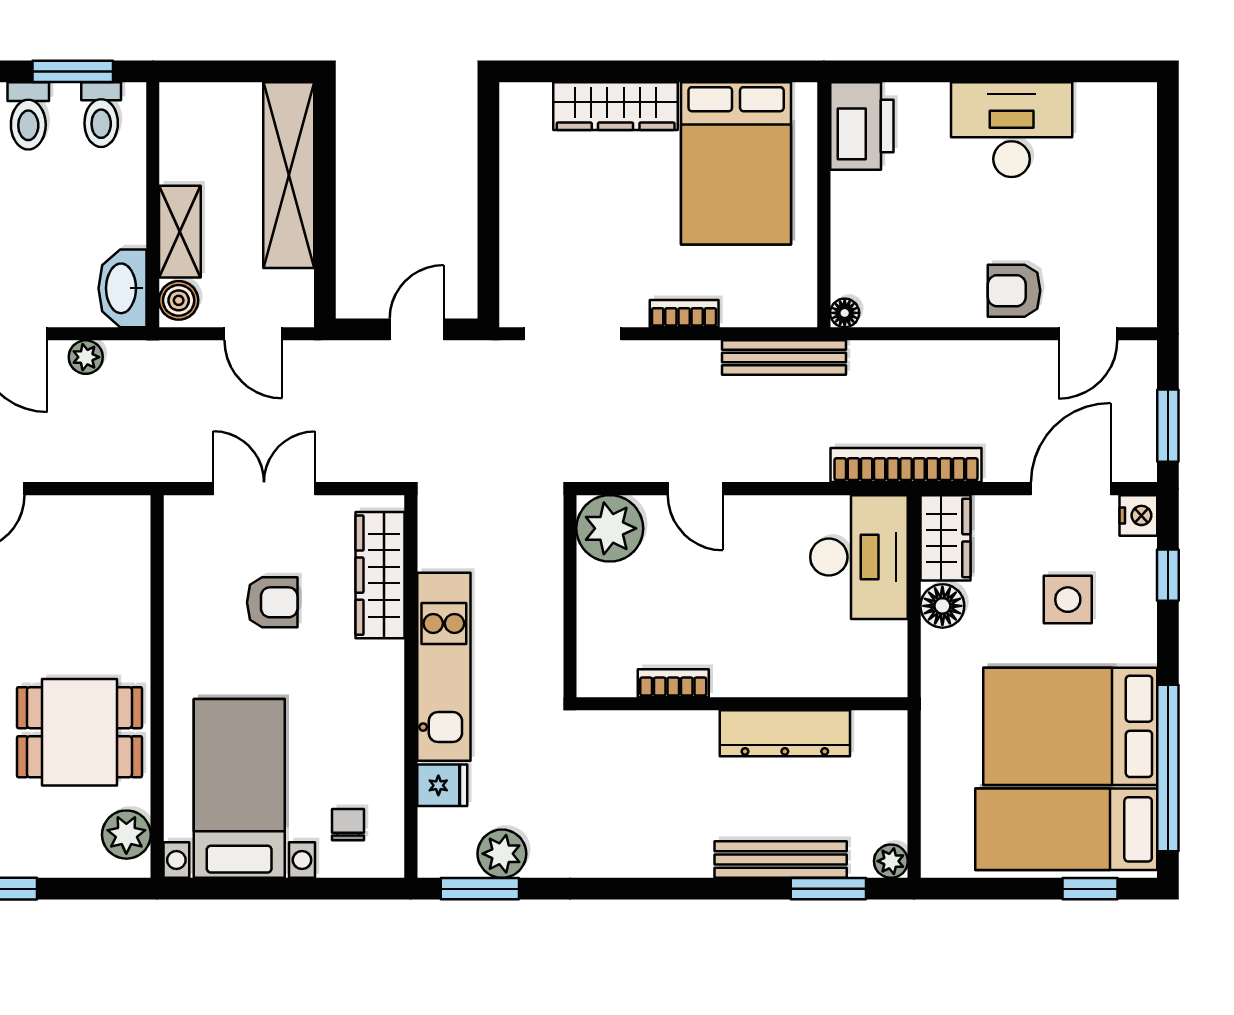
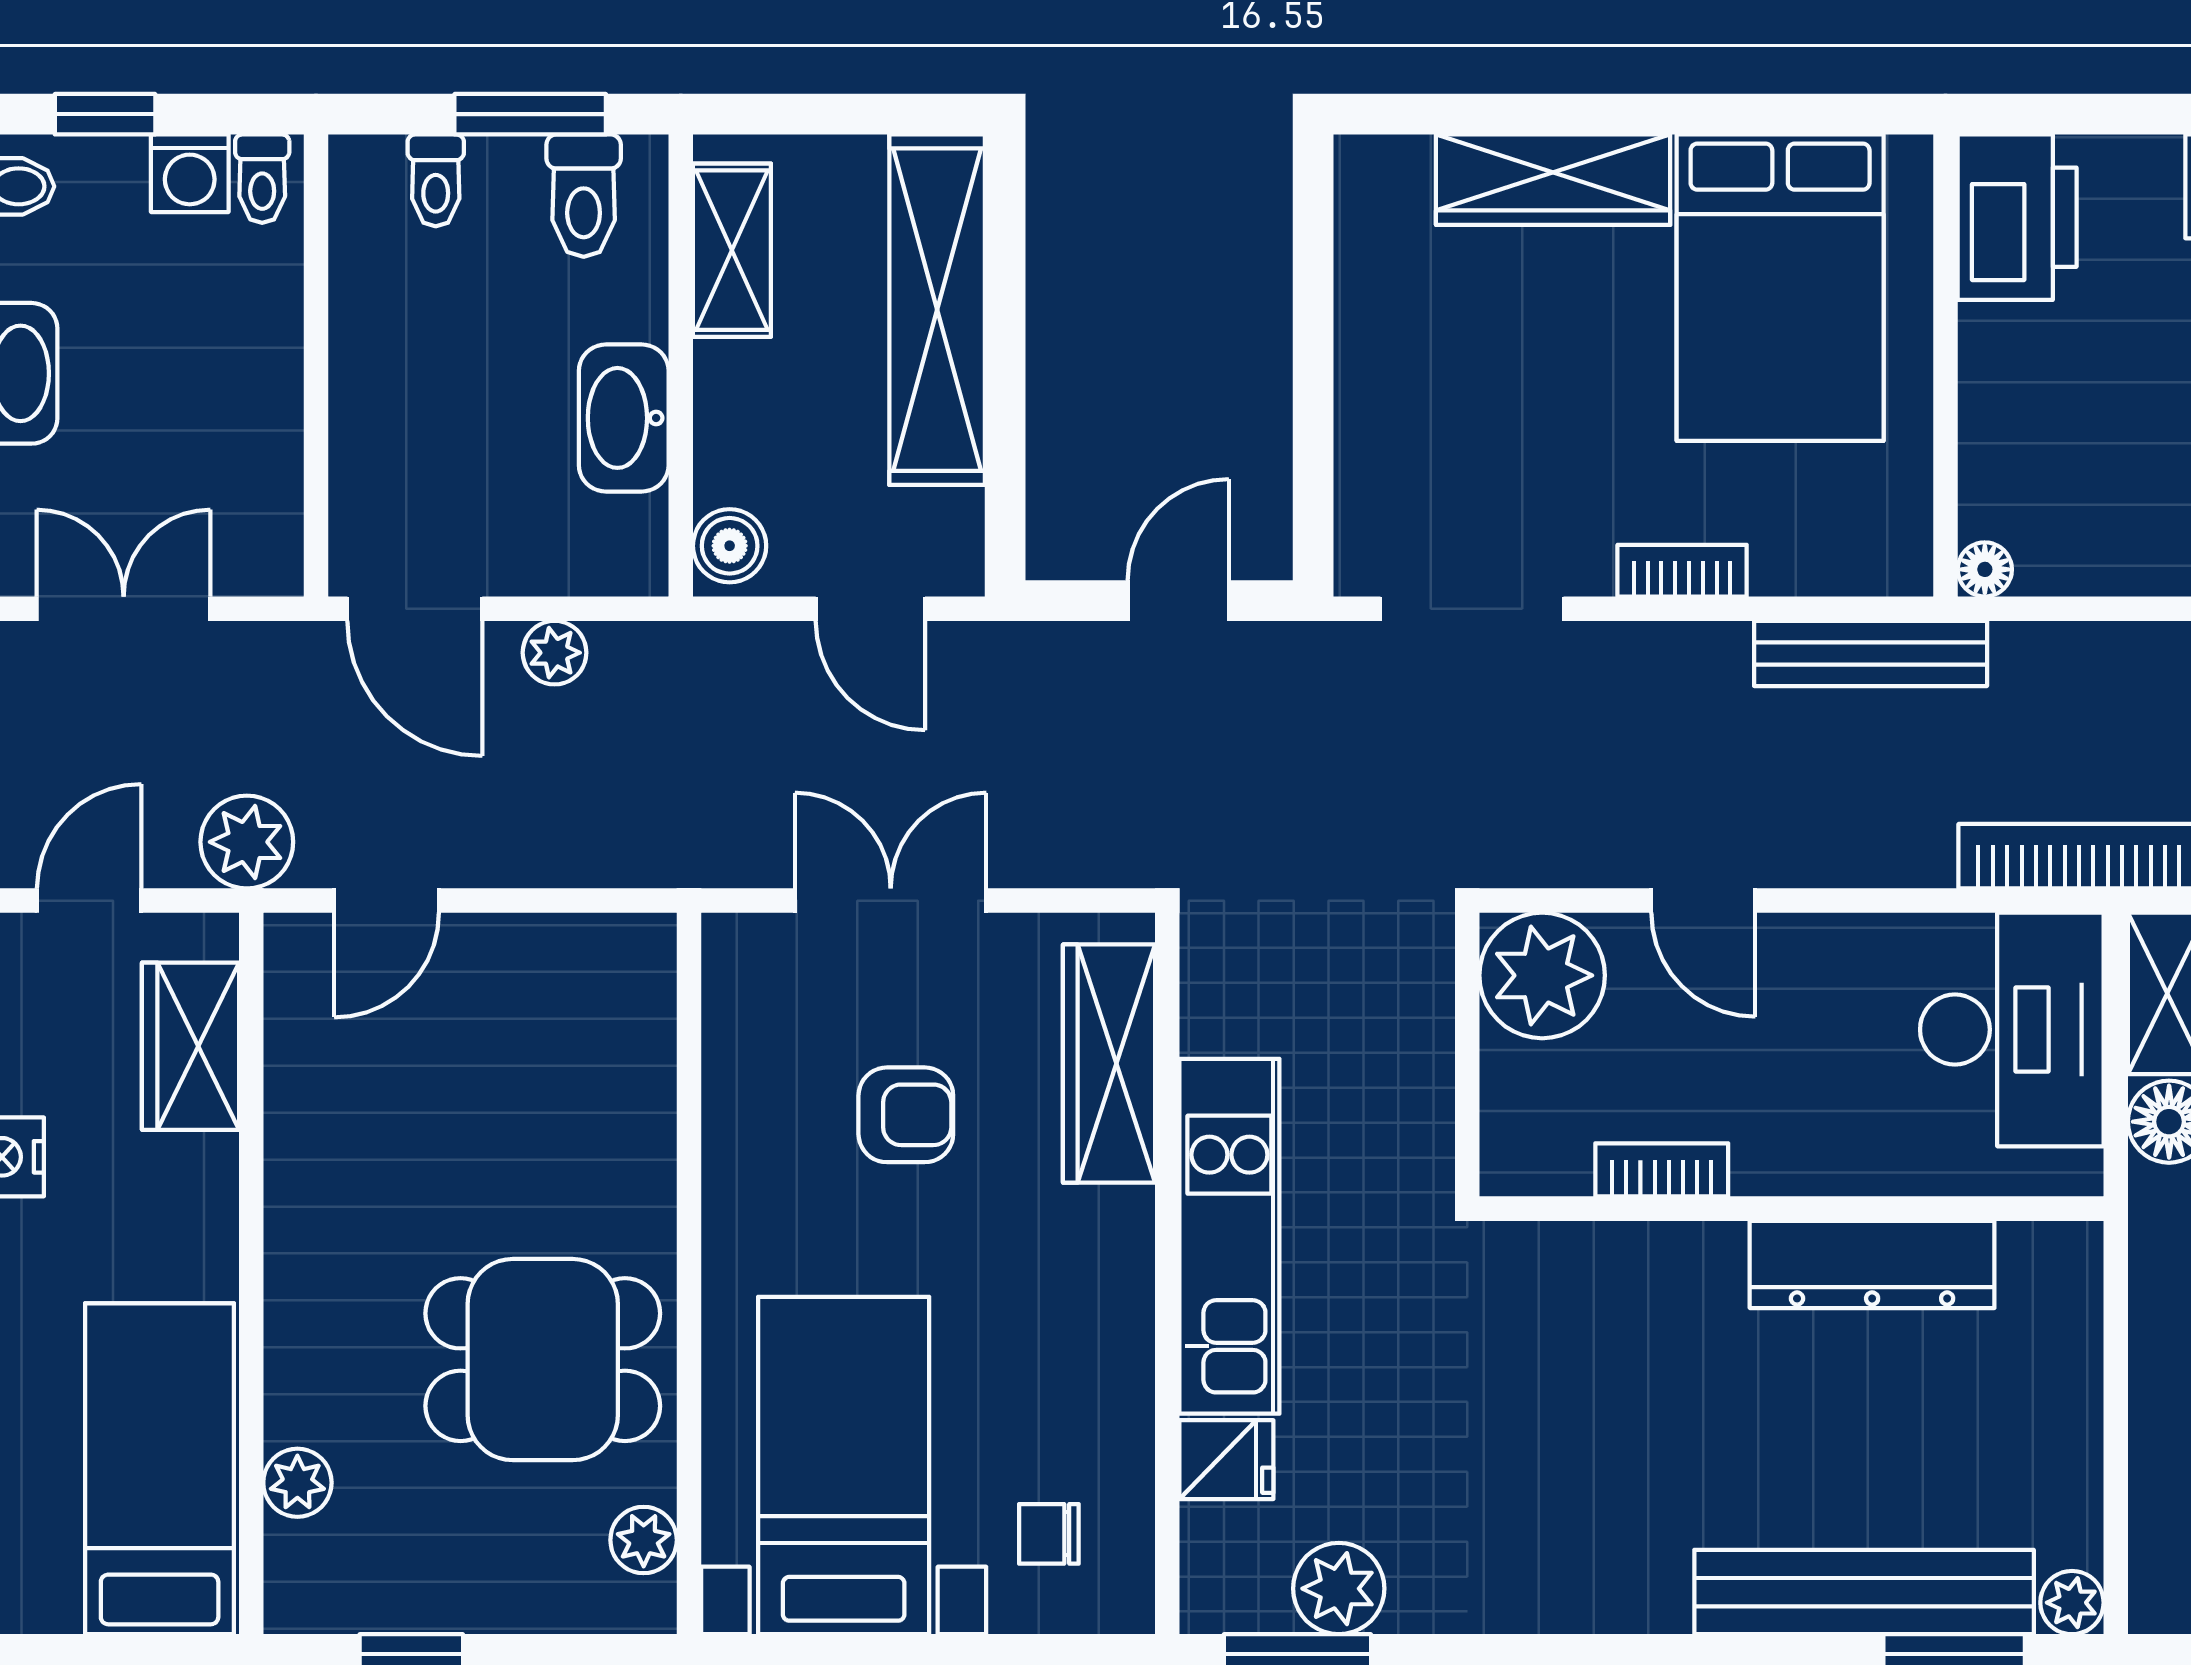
toilet: (28, 116) -> (436, 180), width x0.73, depth x0.72
shelving: (180, 232) -> (732, 250), moved
washbasin: (122, 288) -> (624, 418), moved
bookcase: (673, 683) -> (1662, 1170), moved
wall: (742, 704) -> (1791, 1209), moved
dresser: (785, 733) -> (1872, 1264), moved
chair: (348, 825) -> (1049, 1534), turned -90
plant: (126, 835) -> (644, 1540), width x0.73, depth x0.73
bench: (781, 859) -> (1864, 1592), width x1.37, depth x1.21

